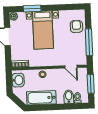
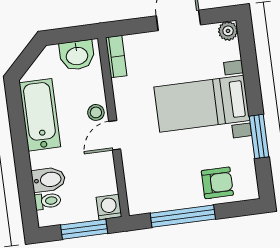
window: (32, 9) -> (259, 136), moved
door: (71, 67) -> (115, 135), moved
washing machine: (82, 73) -> (109, 207), added

